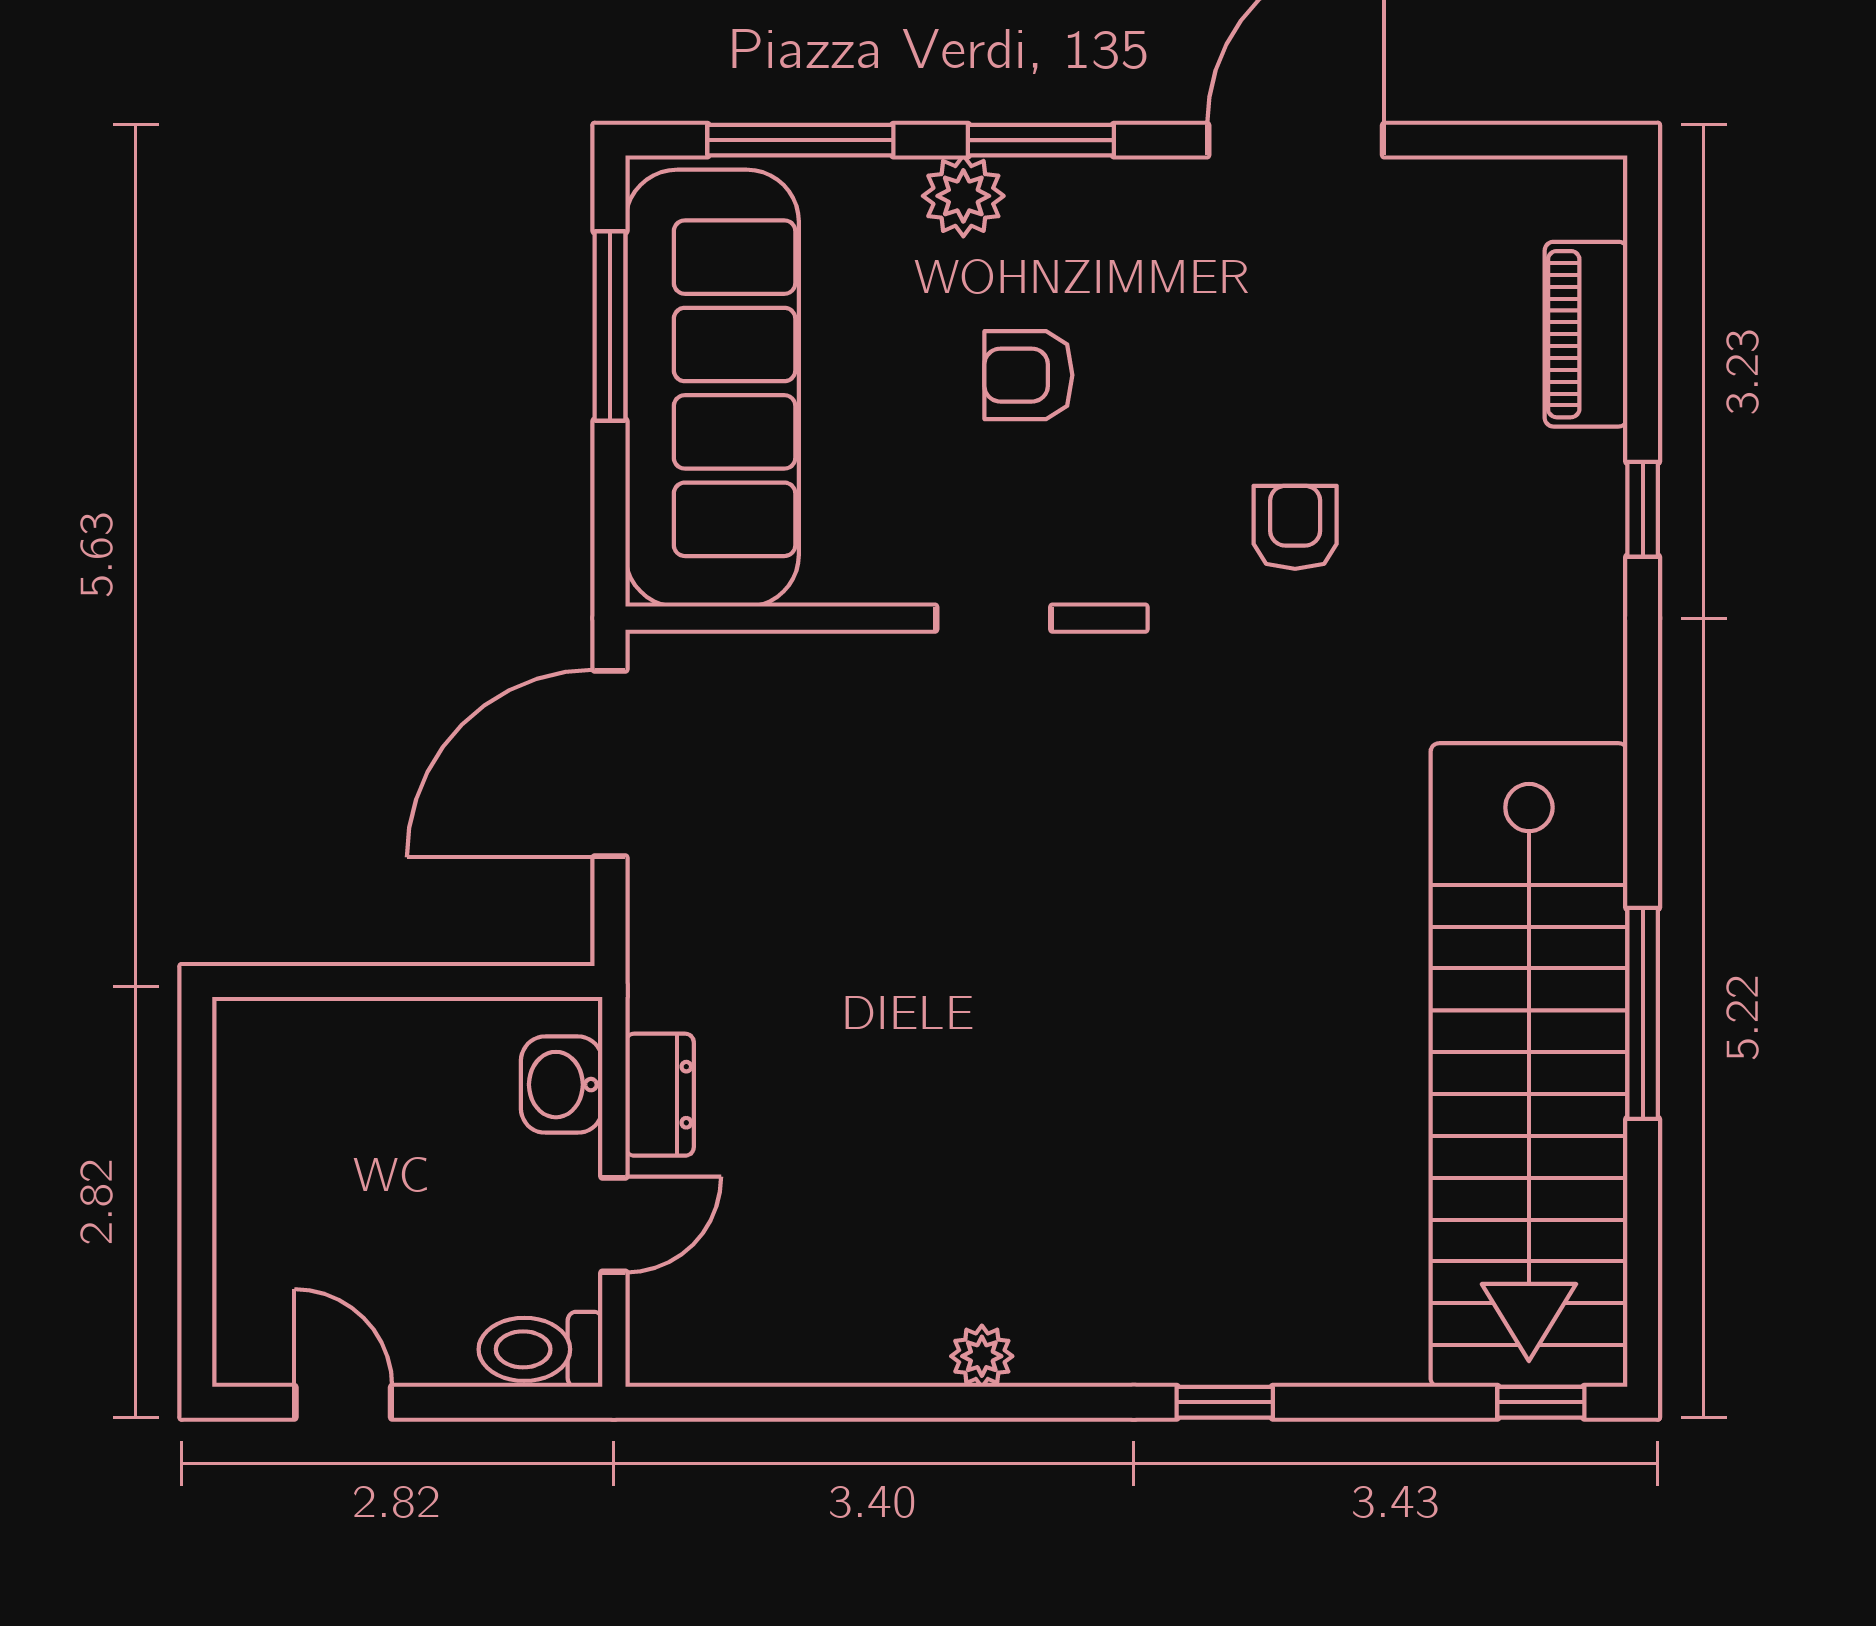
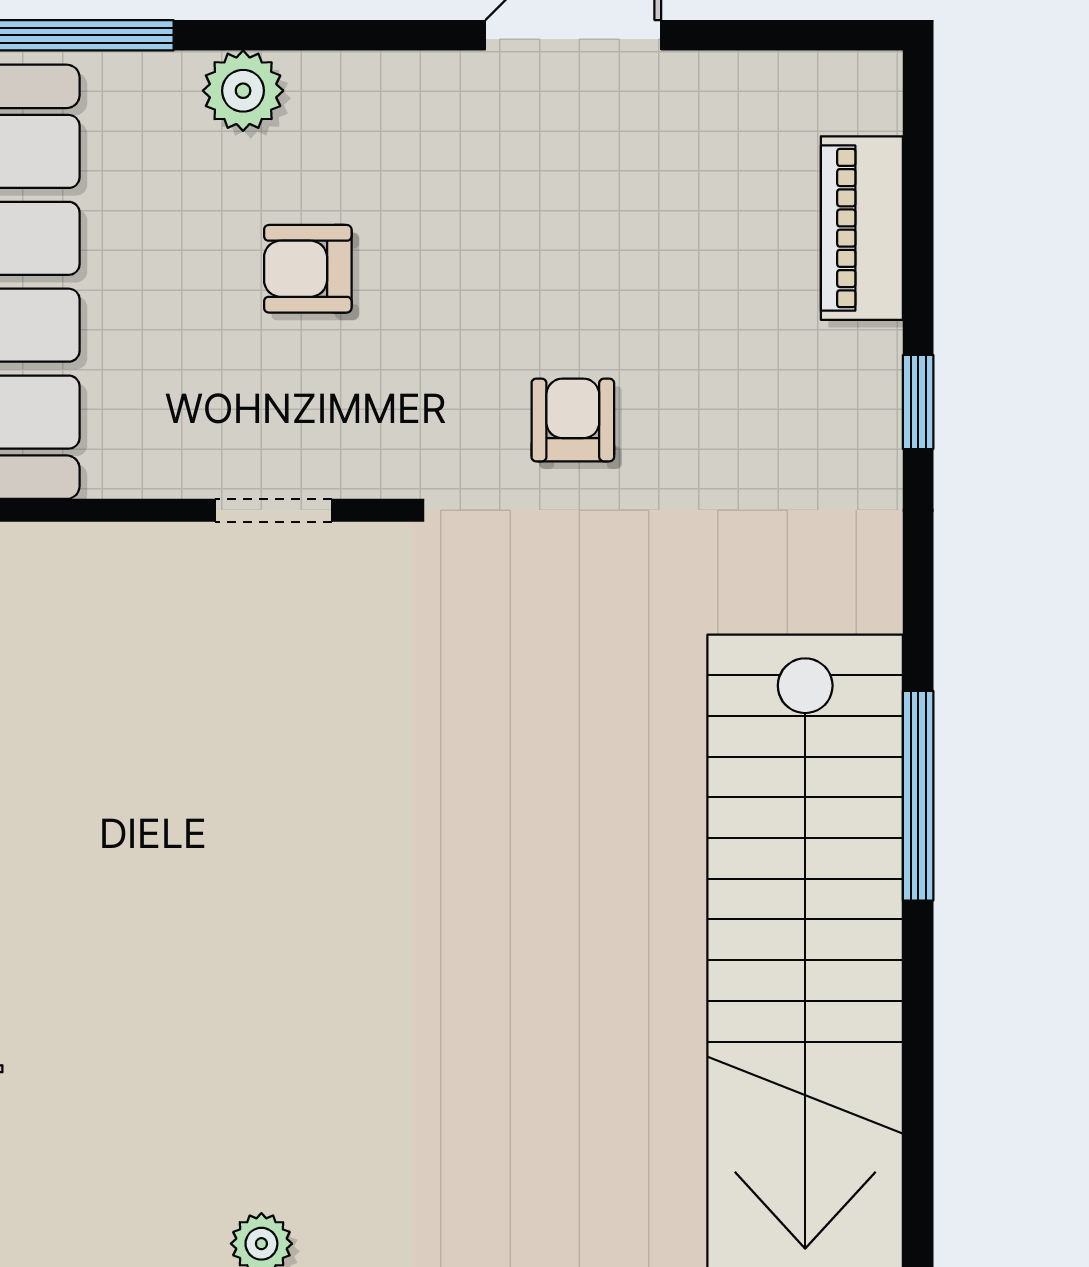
window: (1041, 140) -> (320, 35), removed
window: (1643, 1013) -> (918, 796), moved

